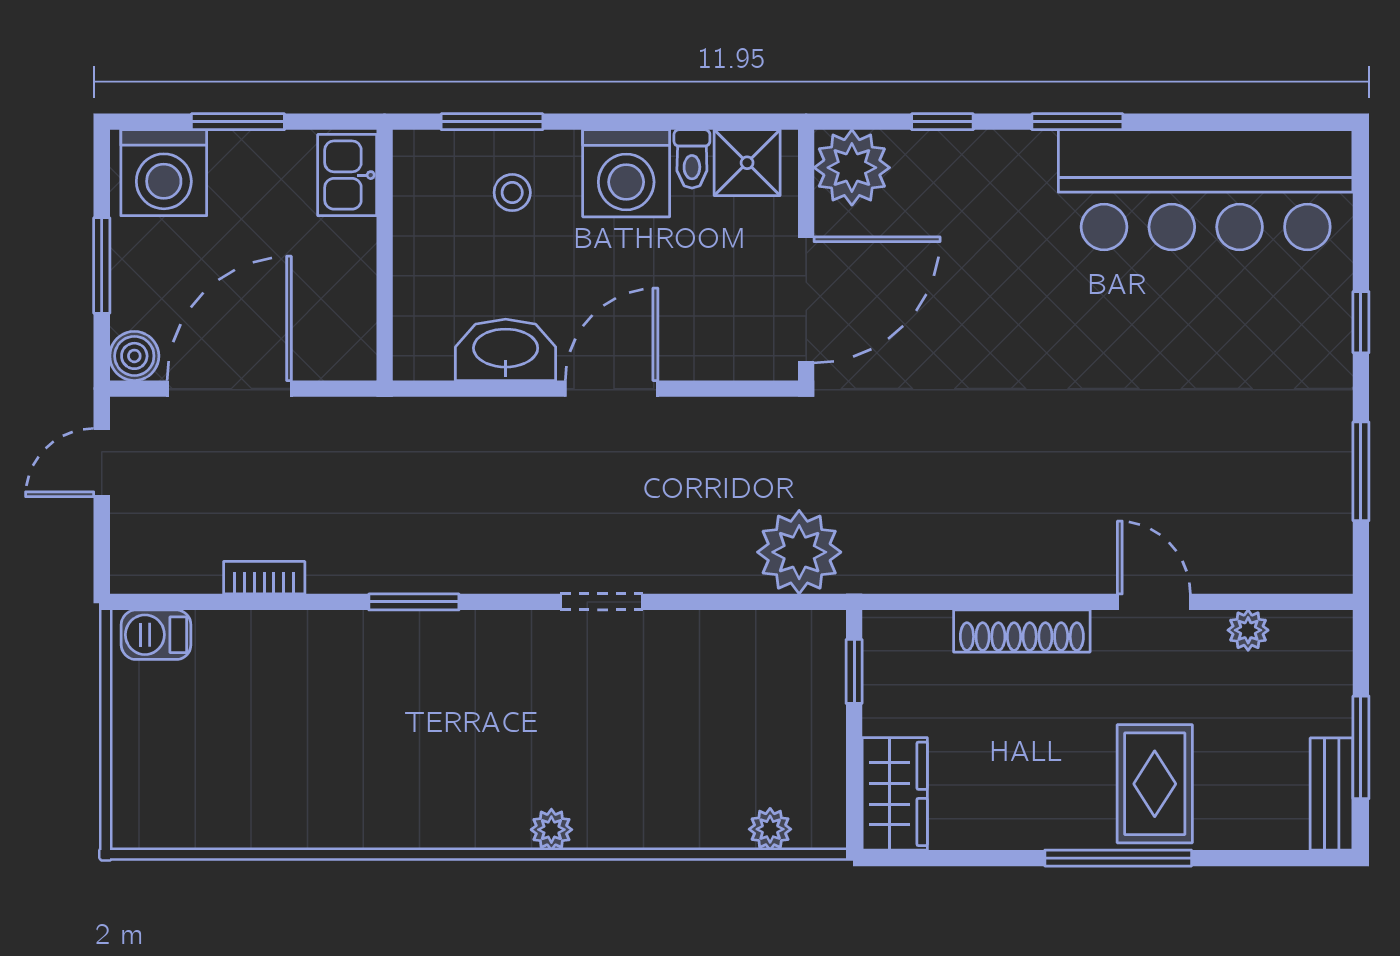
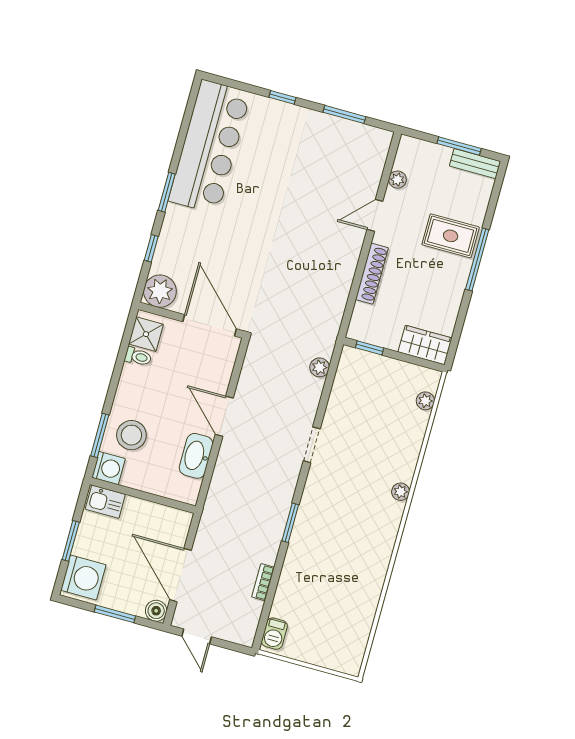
washing machine: (626, 173) -> (109, 468), moved, width x0.73, depth x0.73
stool: (512, 193) -> (131, 435), width x1.89, depth x1.89
plant: (799, 552) -> (320, 367), width x0.53, depth x0.53

